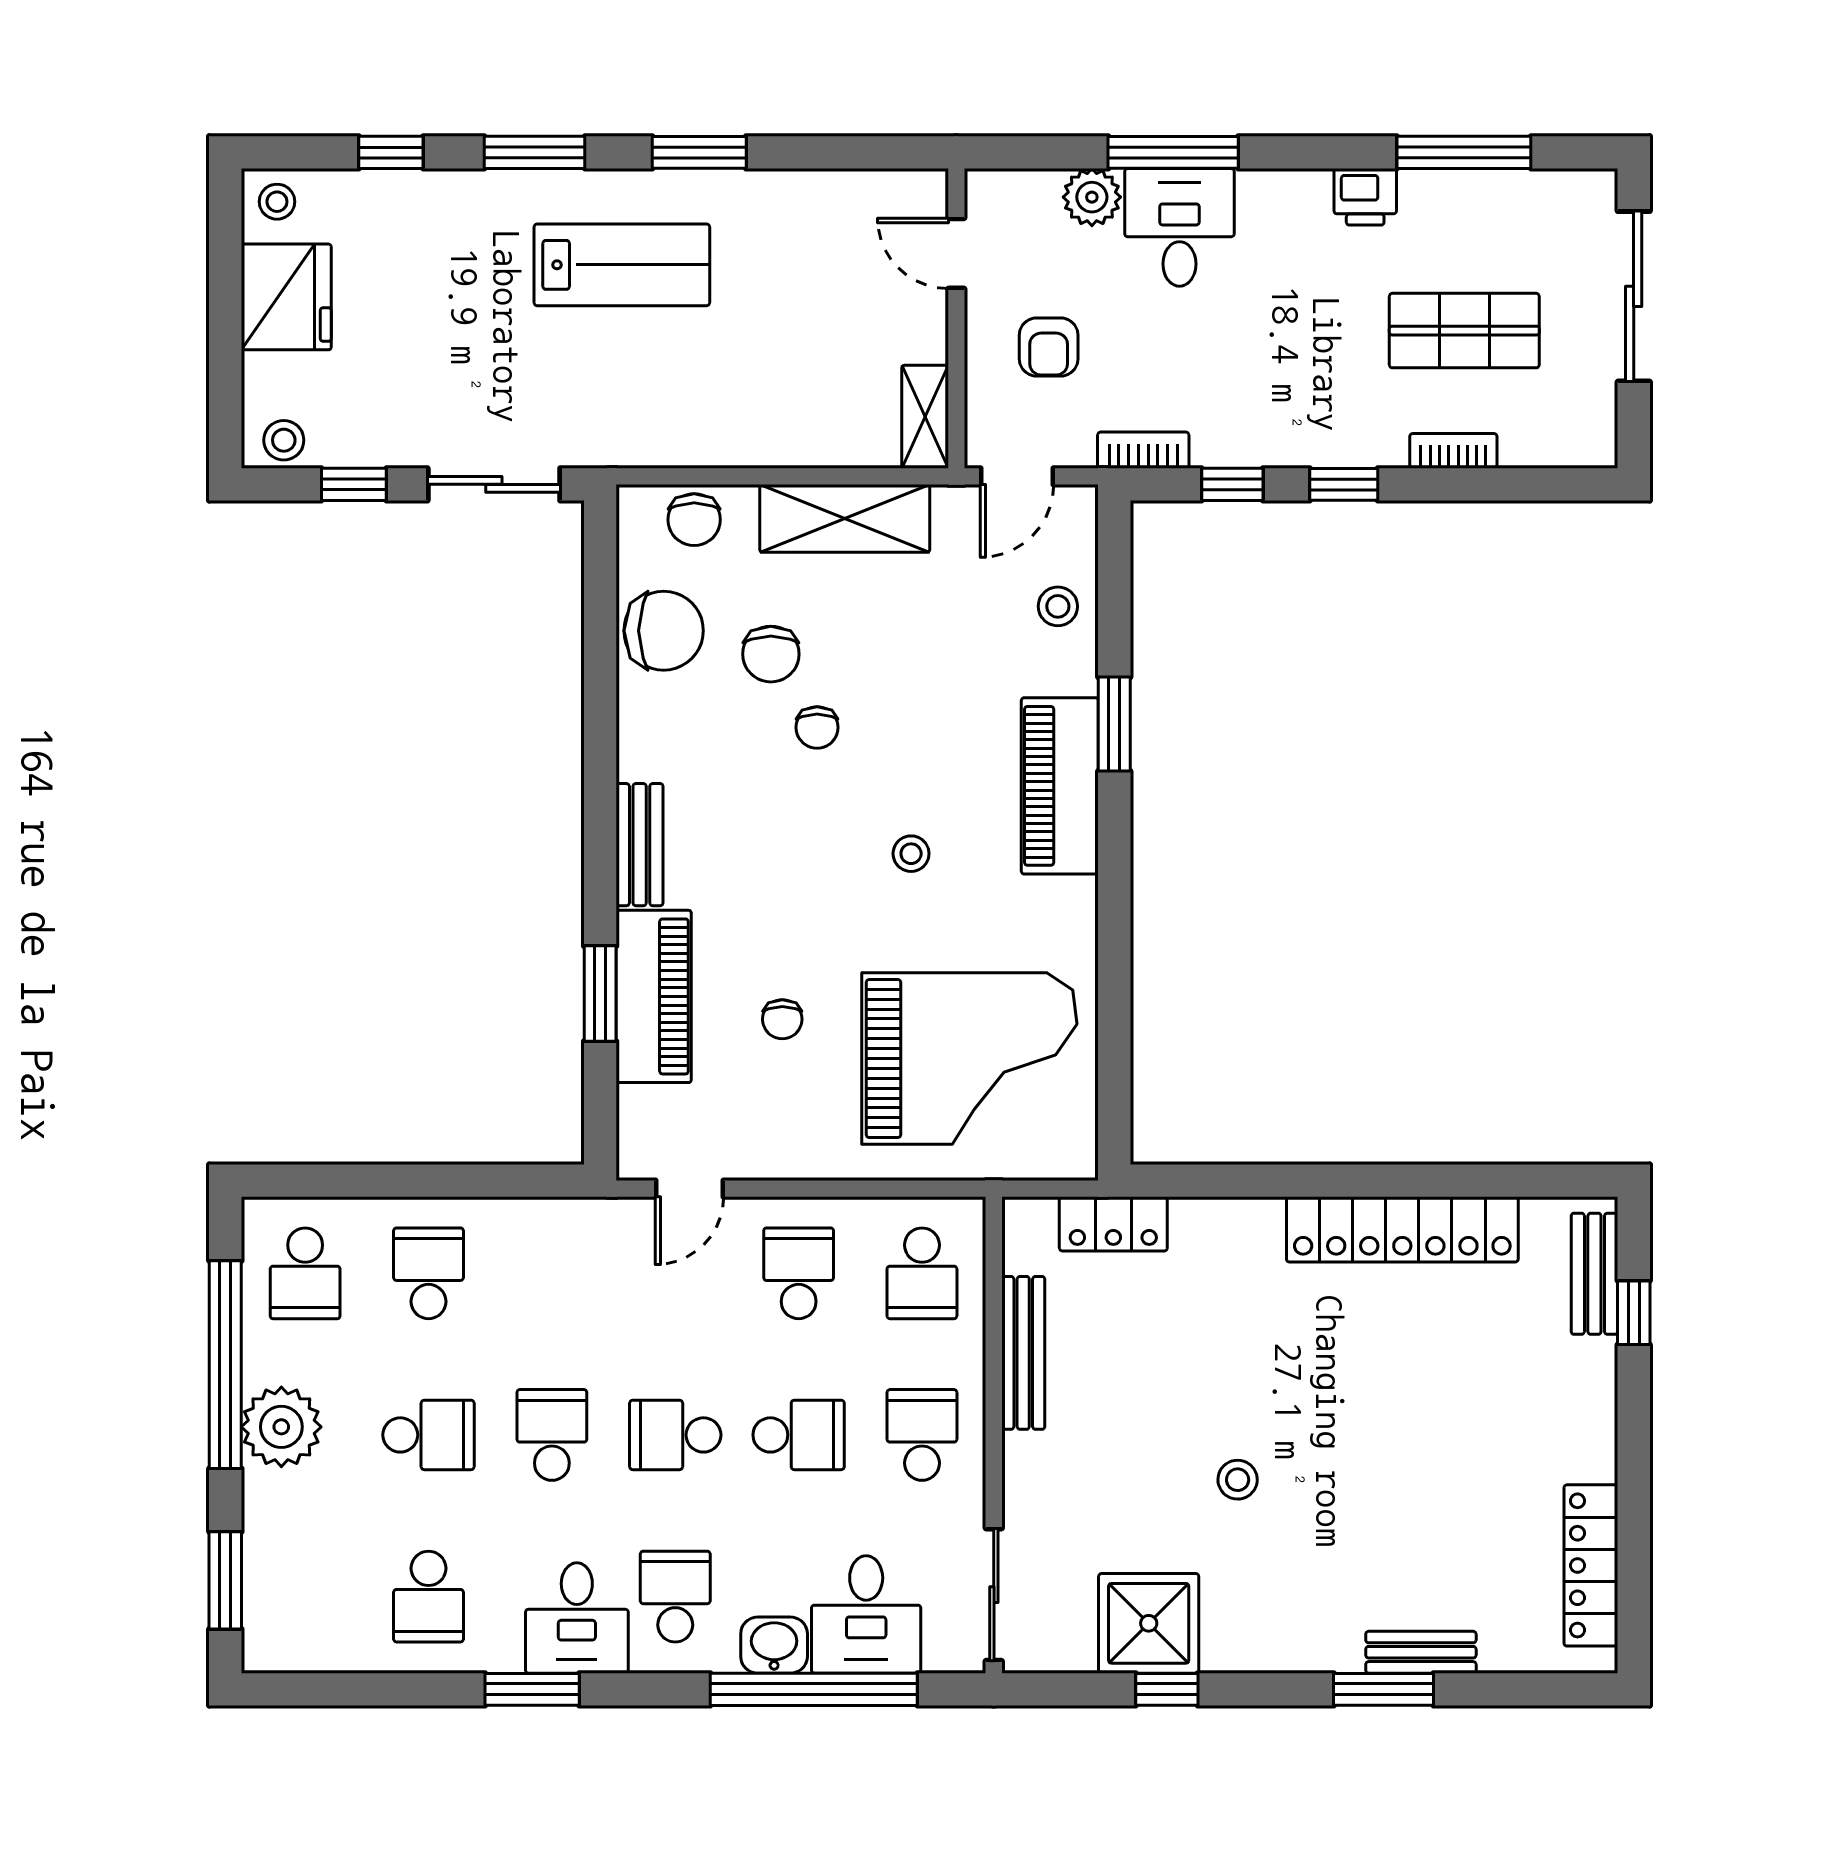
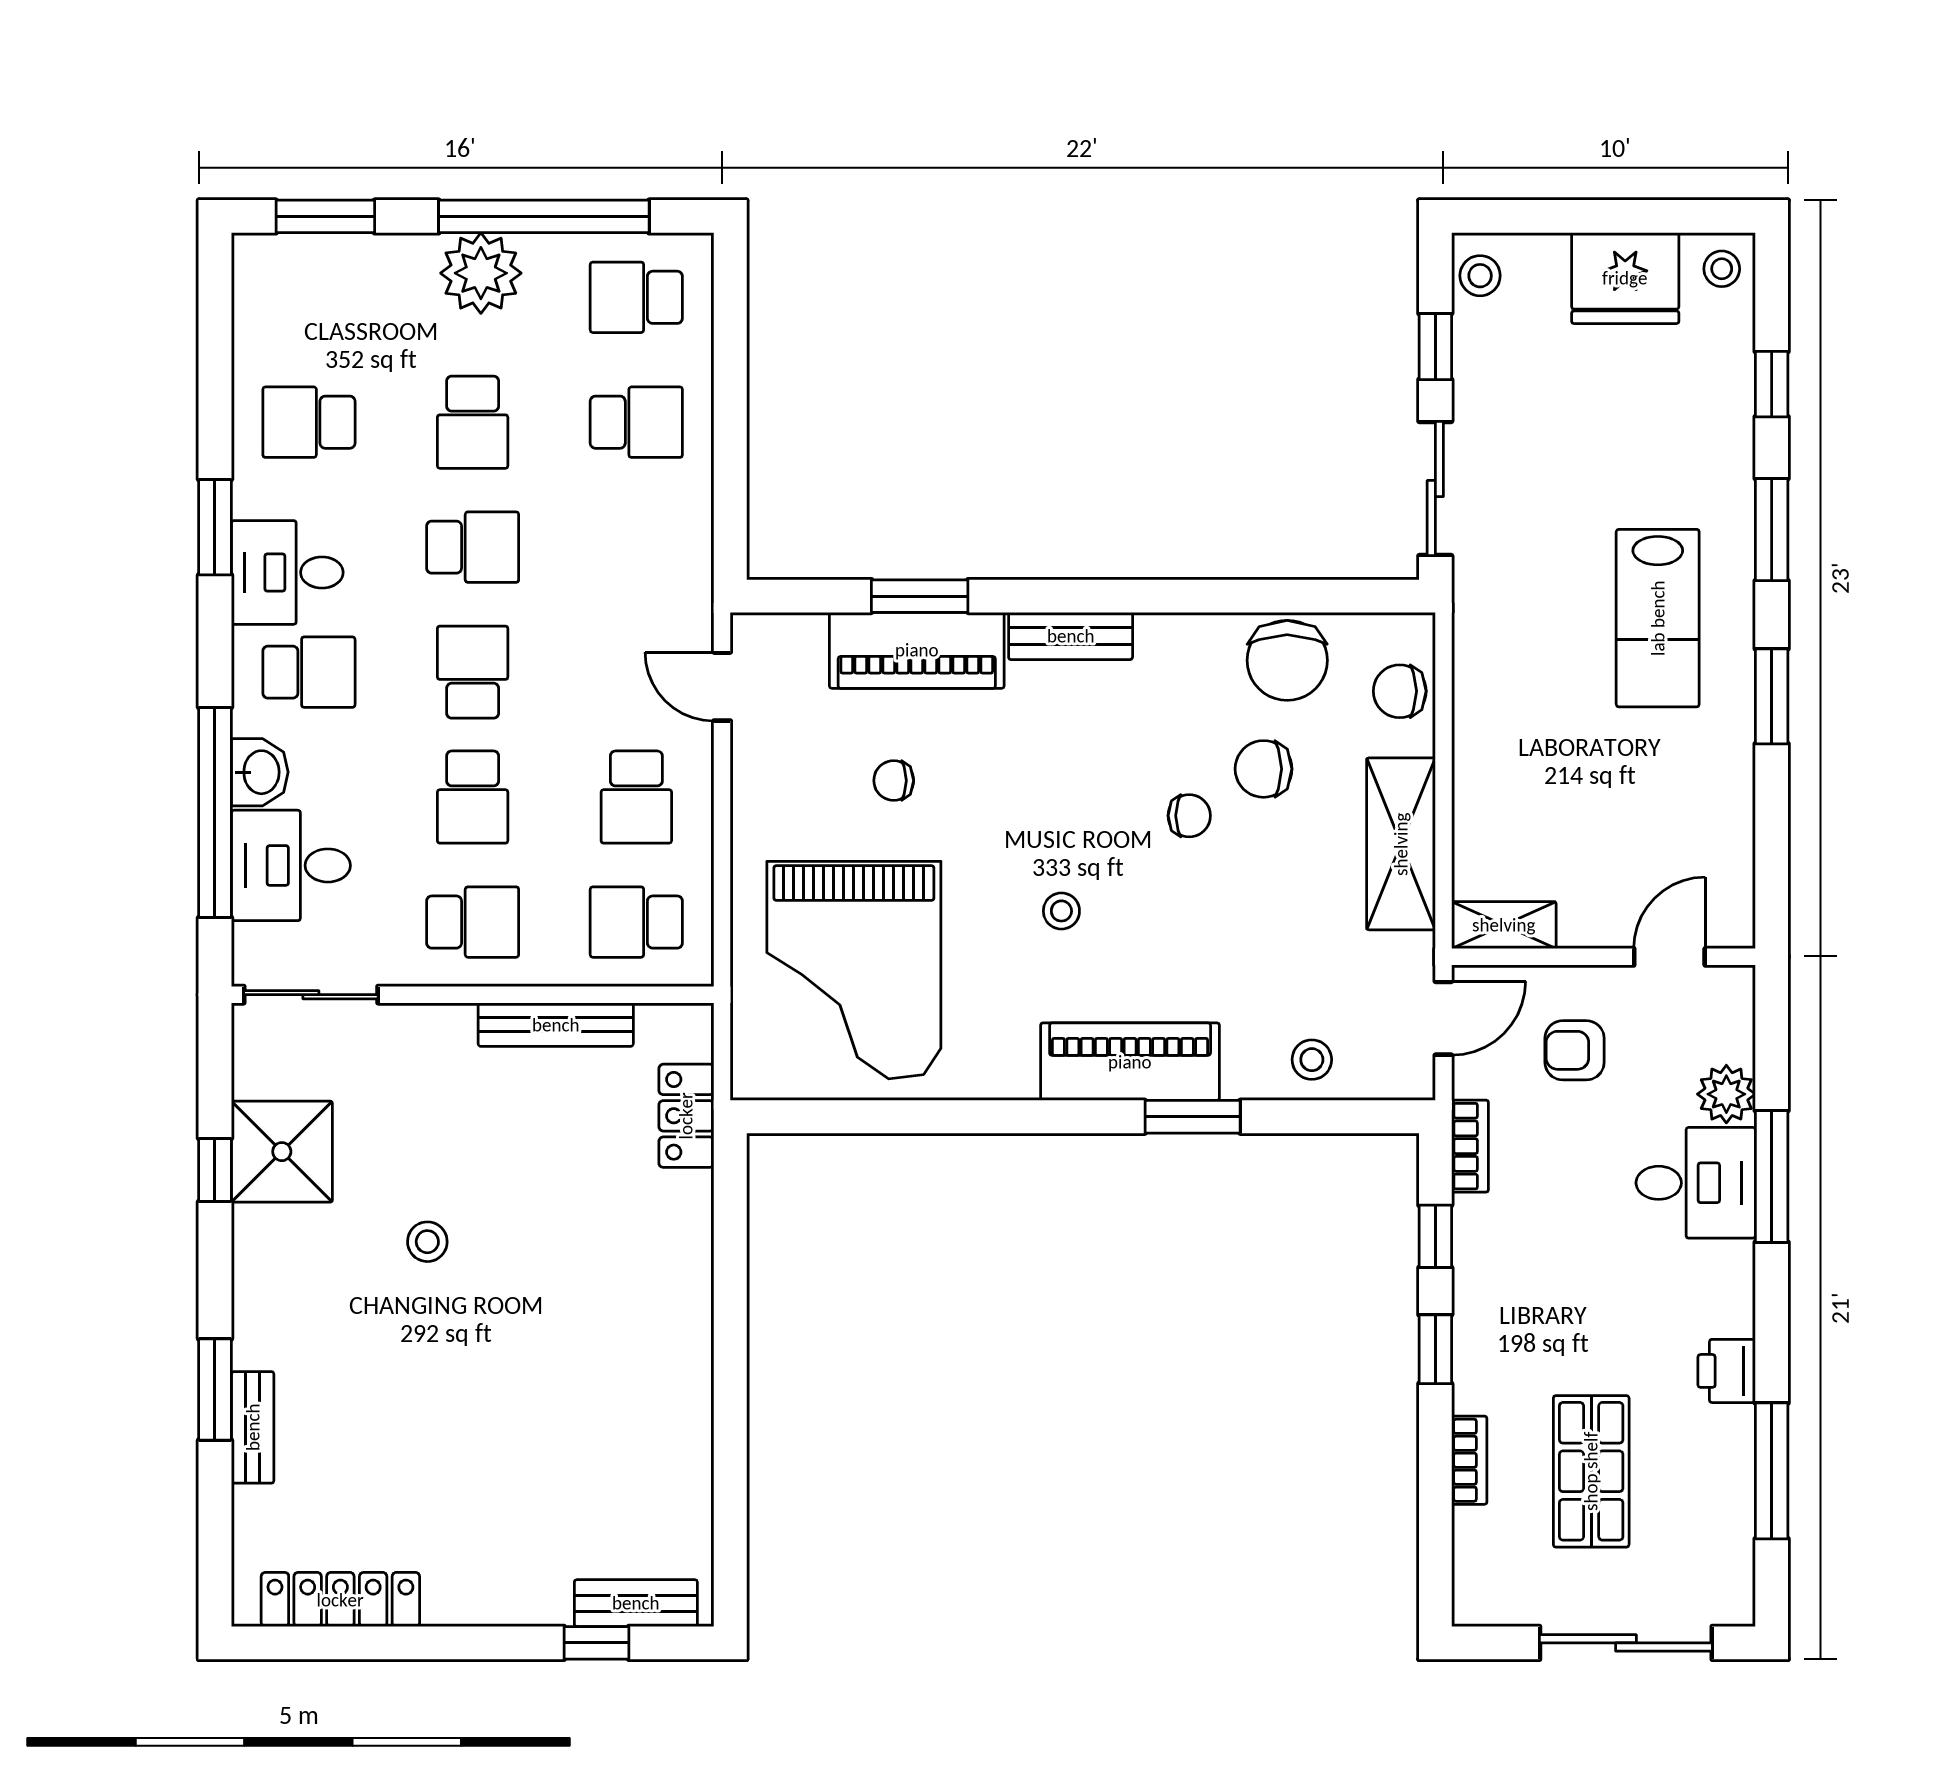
door: (1017, 476) -> (1443, 1018), swing flipped
chair: (817, 727) -> (1189, 816), turned 180
locker: (1402, 1229) -> (681, 1409), removed
school desk: (799, 1273) -> (636, 797), turned 90

